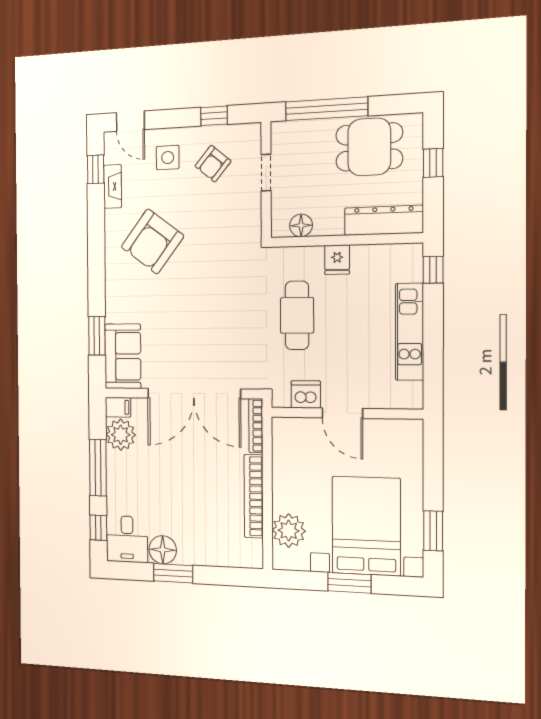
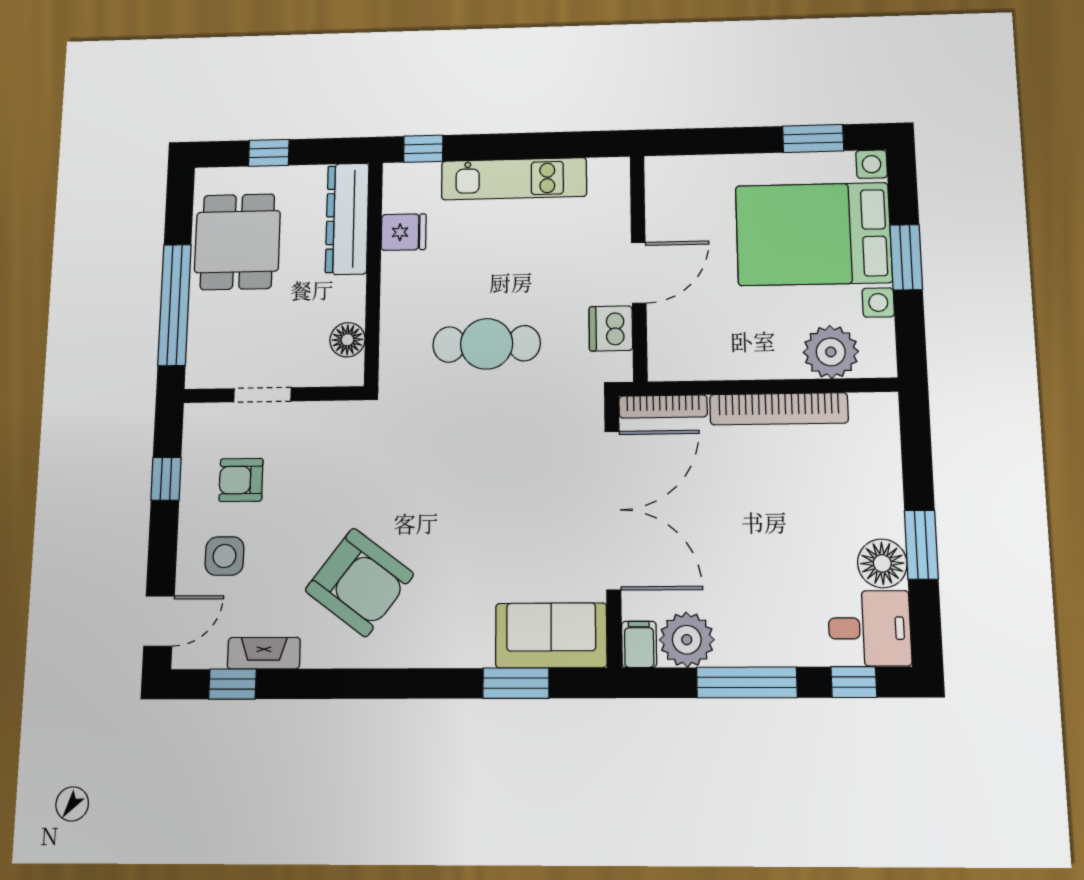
armchair: (213, 164) -> (241, 480), turned 140
fridge: (337, 260) -> (404, 232), moved

